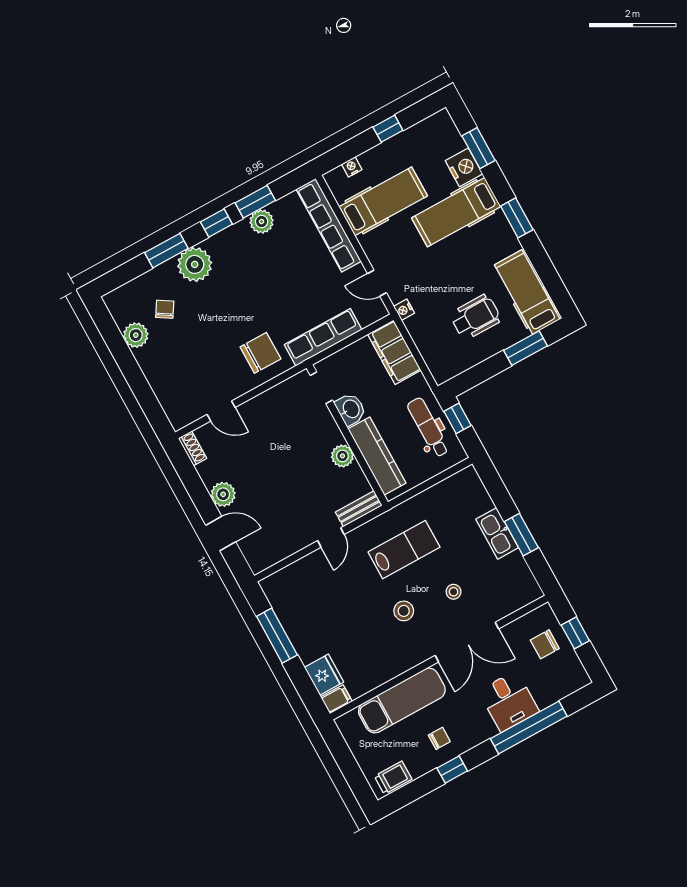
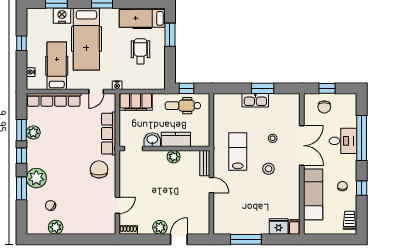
hospital bed: (456, 212) -> (86, 39), width x1.37, depth x1.29
kitchen counter: (377, 456) -> (176, 139), width x0.67

